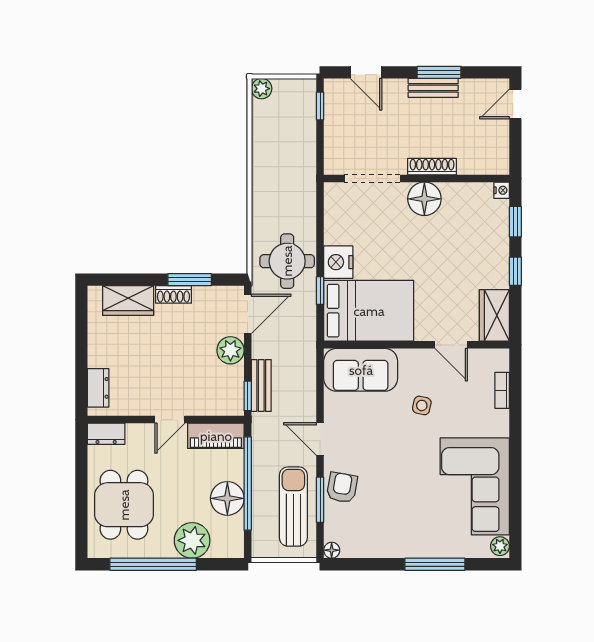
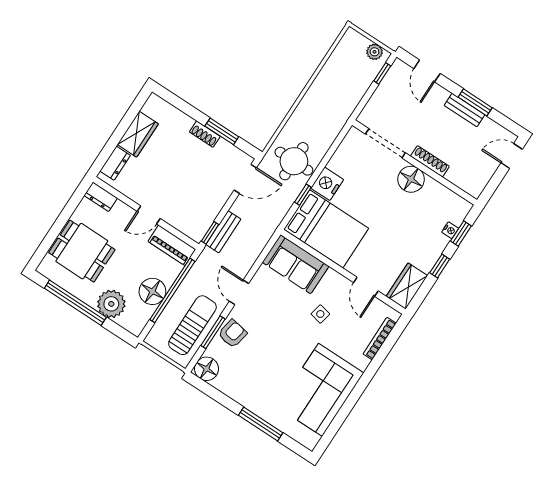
plant: (262, 89) -> (375, 52), moved
nightstand: (502, 190) -> (450, 230), moved
wardrobe: (128, 301) -> (138, 134), moved, turned -90
plant: (230, 350) -> (218, 195), removed
bookcase: (502, 390) -> (380, 339), width x1.56
dining table: (124, 505) -> (82, 251), turned 90
plant: (500, 546) -> (311, 440), removed
floor lamp: (332, 550) -> (207, 369), width x1.89, depth x1.89

